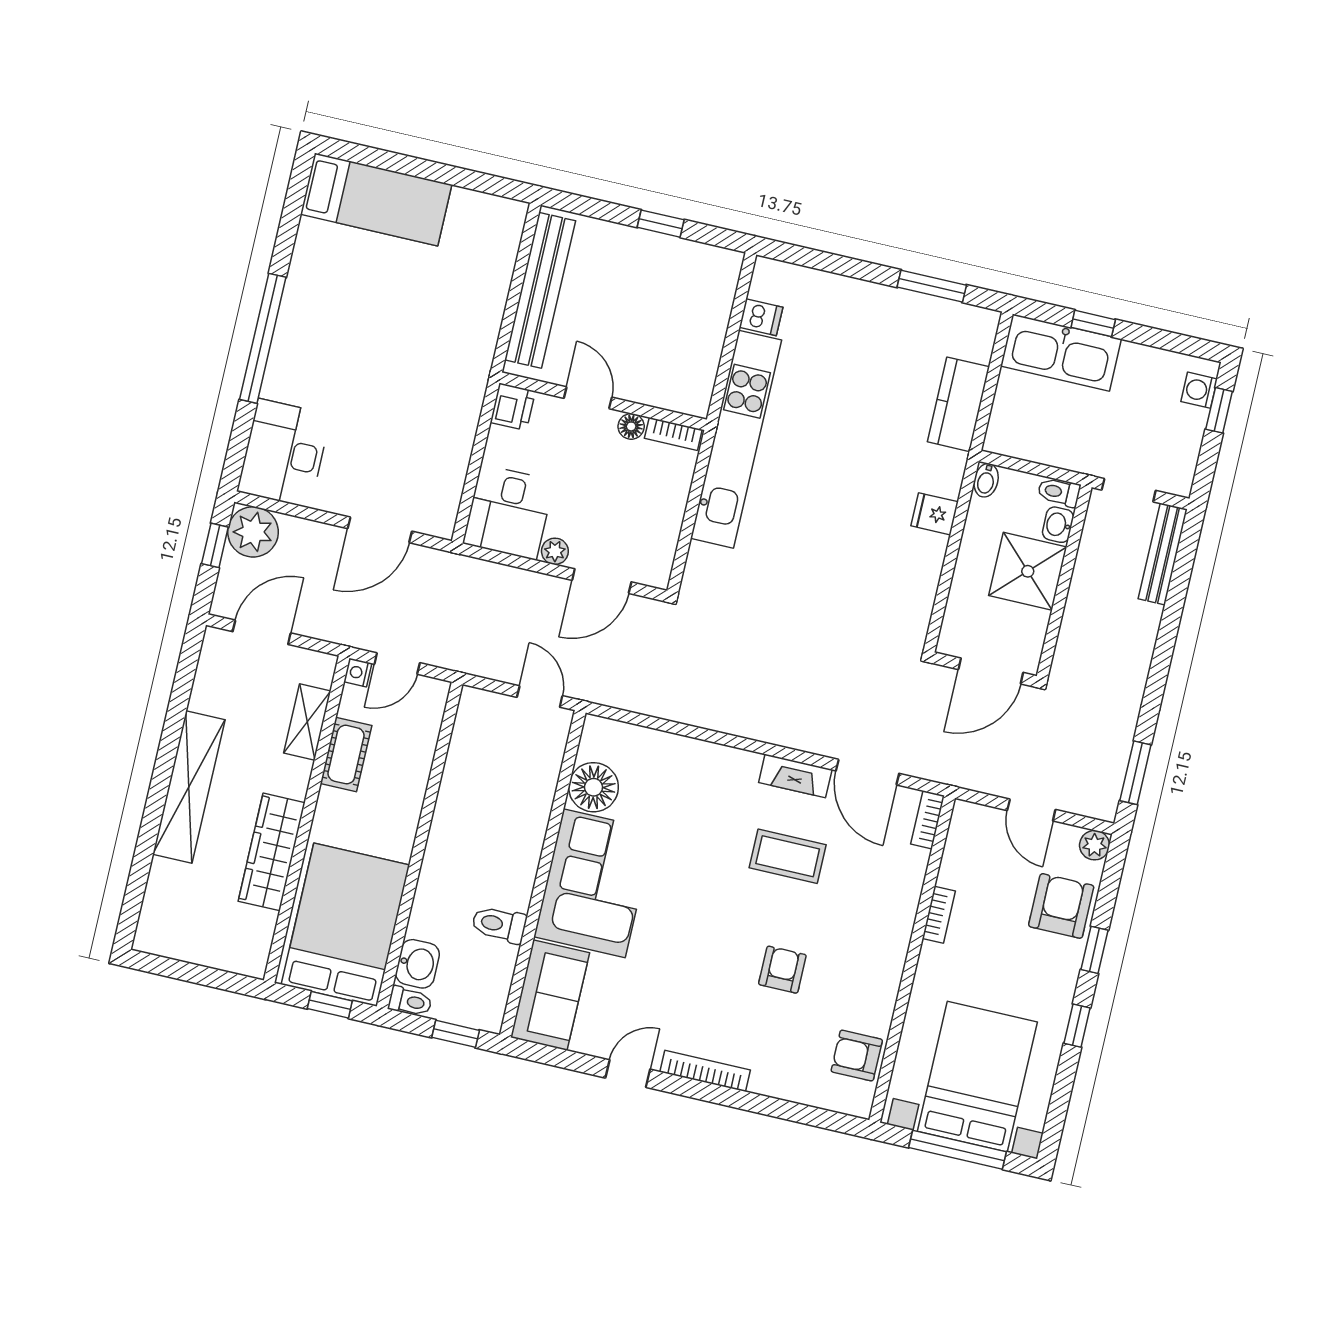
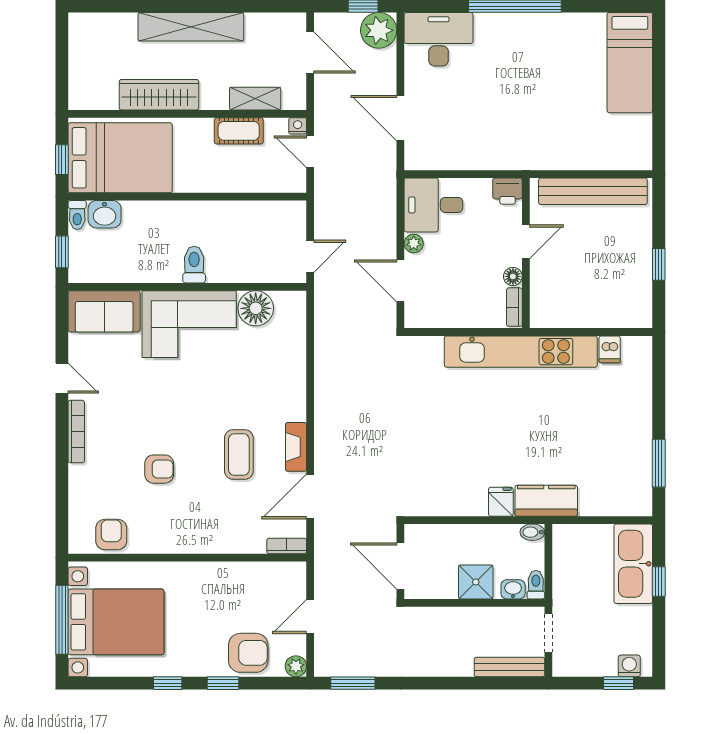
kitchen counter: (958, 404) -> (546, 501), moved
shower: (1028, 571) -> (476, 582), width x0.73, depth x0.73
bookcase: (939, 915) -> (222, 569), removed
toilet: (499, 924) -> (194, 265), moved

